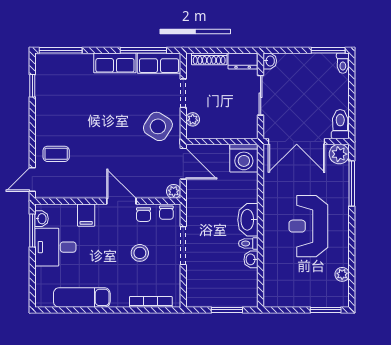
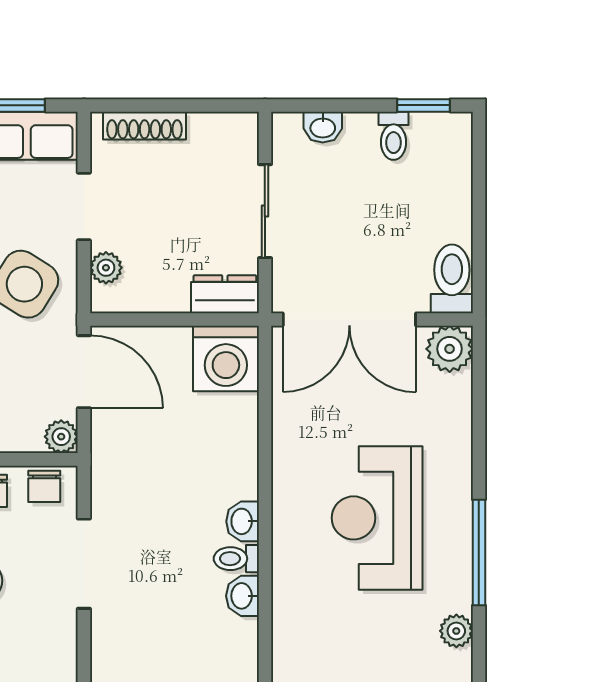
window: (328, 50) -> (423, 105), width x0.67
dresser: (243, 61) -> (225, 294), moved, turned 180
washbasin: (270, 61) -> (323, 127), moved, turned 90
toilet: (343, 63) -> (394, 136), moved
window: (352, 184) -> (479, 553), moved
washbasin: (248, 220) -> (243, 521), width x0.52, depth x0.69

